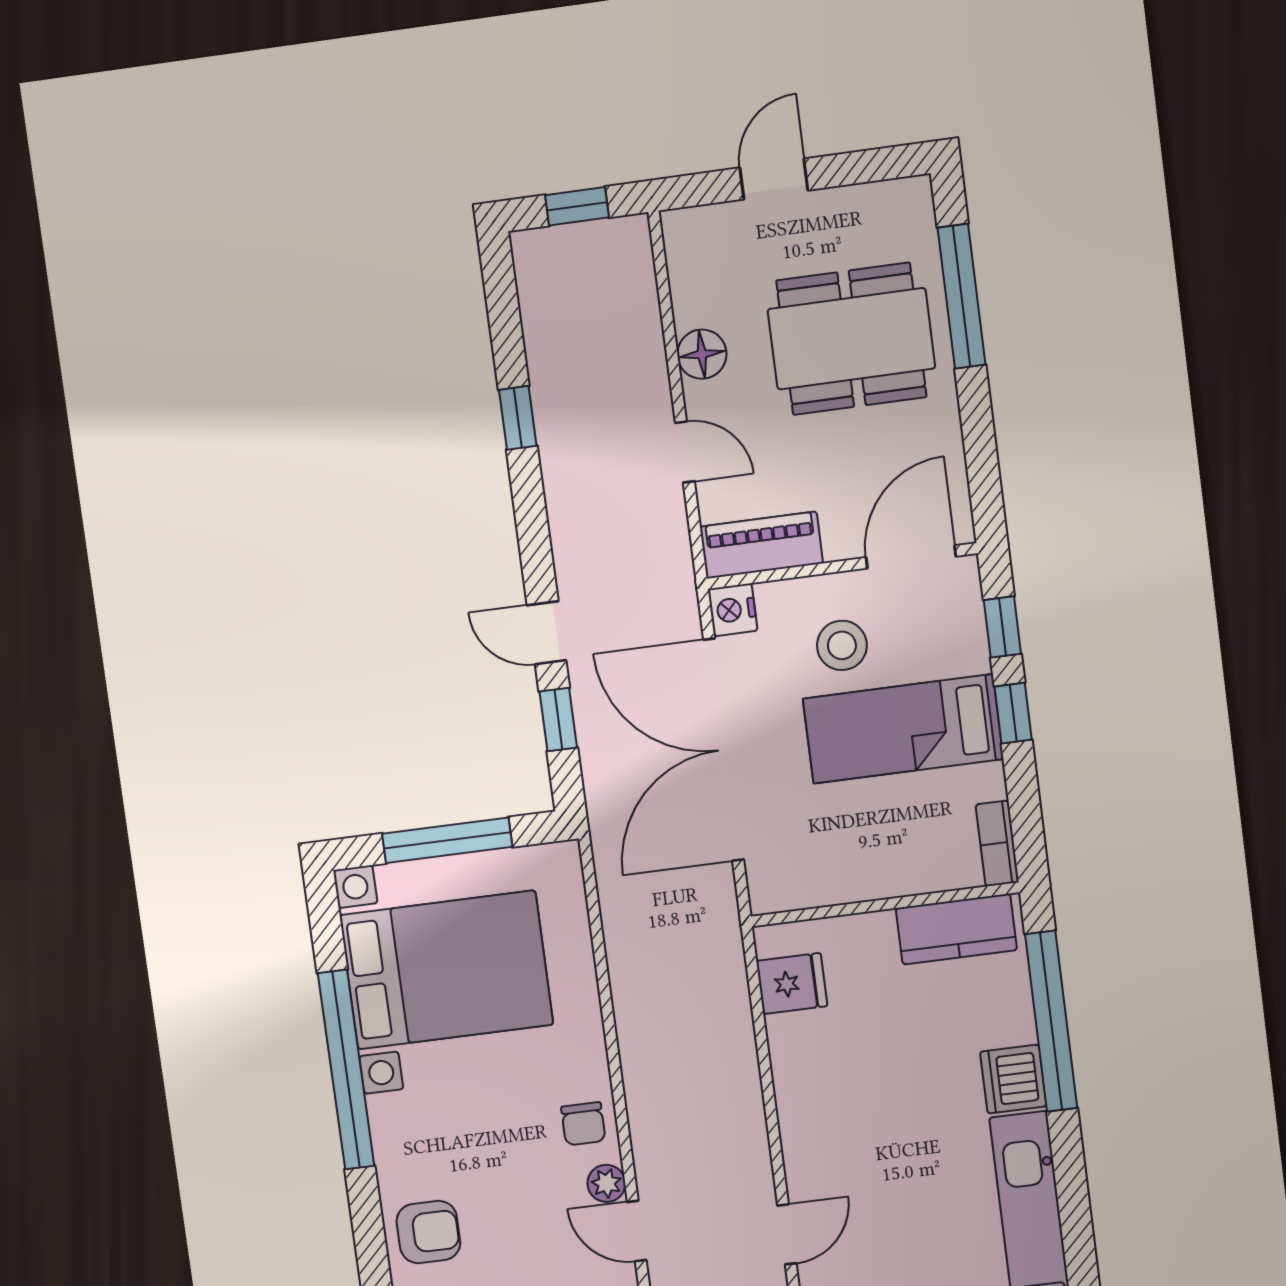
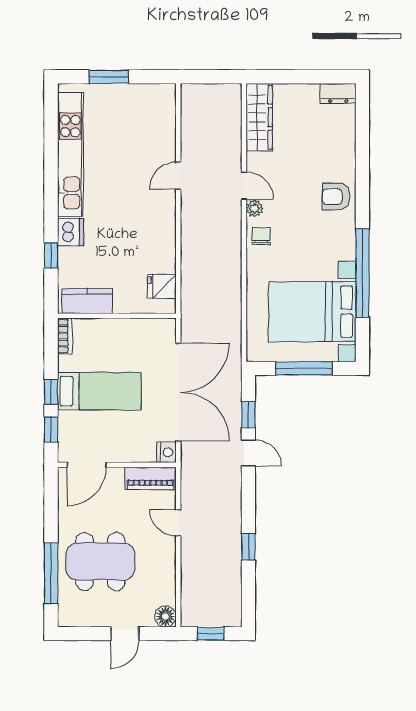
floor lamp: (702, 354) -> (165, 616), moved
stool: (842, 645) -> (121, 431), removed
window: (1051, 1021) -> (51, 255), width x0.32

